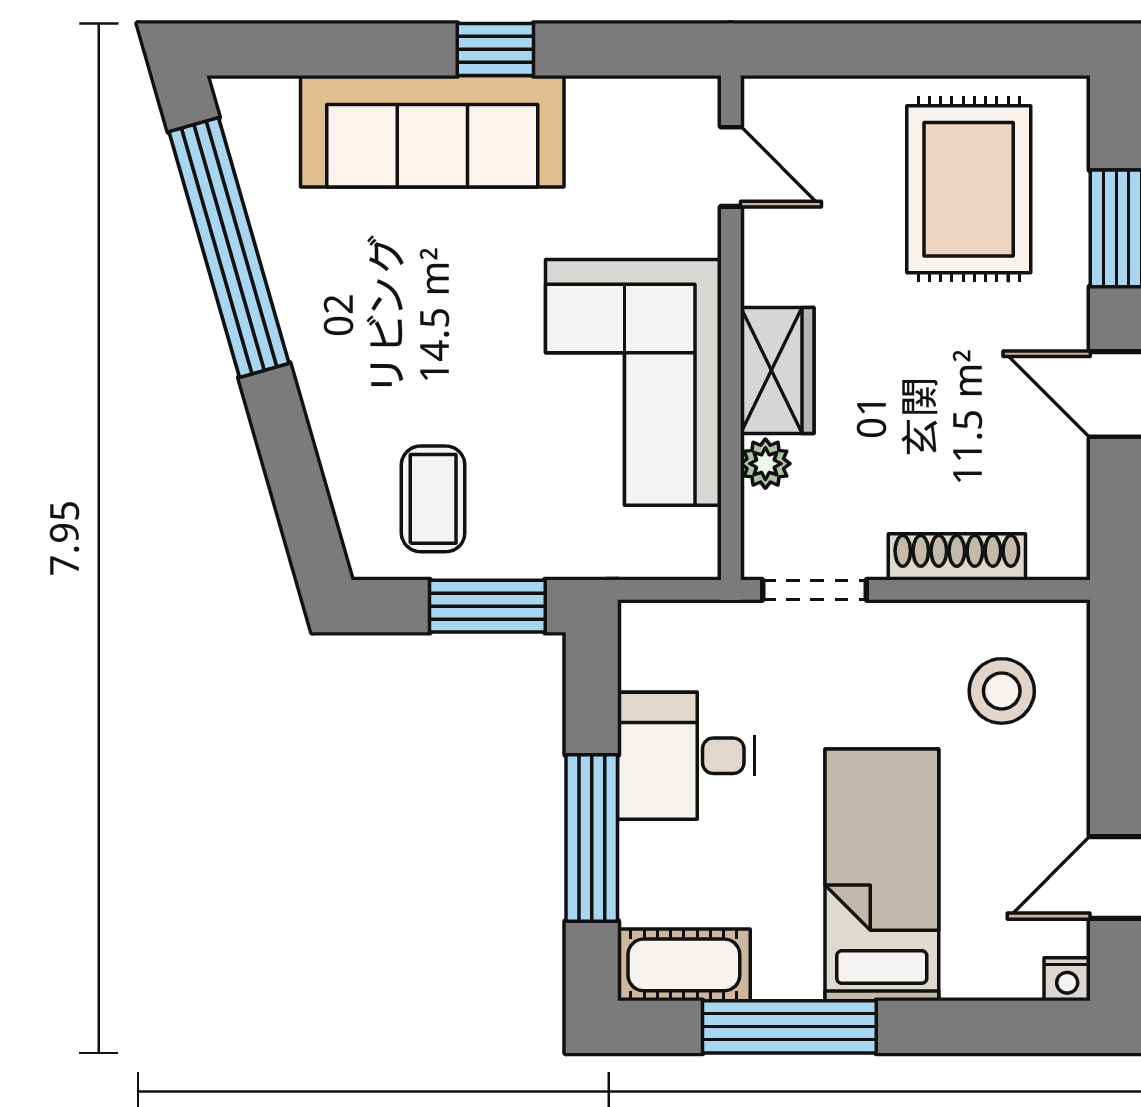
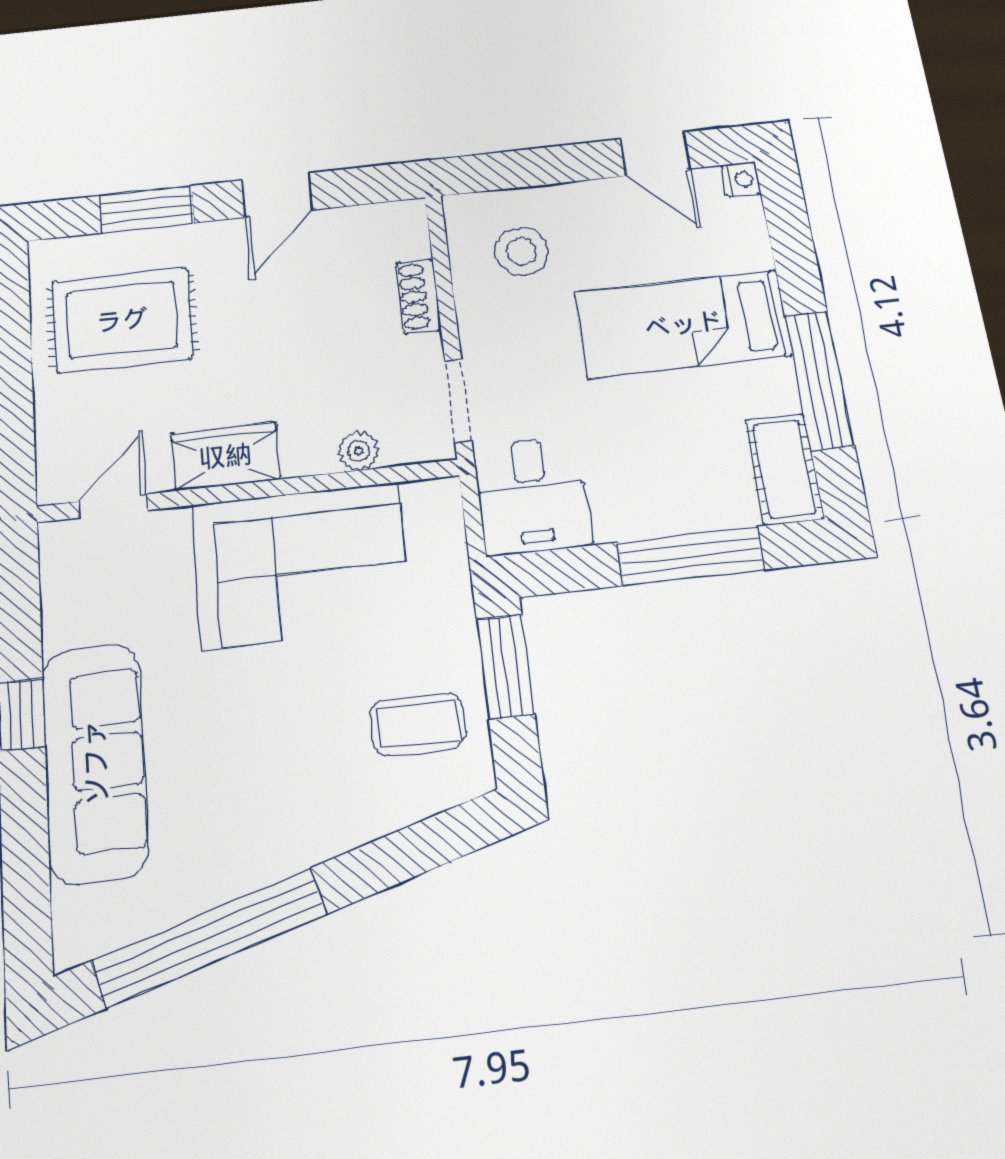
wardrobe: (777, 370) -> (225, 456), moved
shoe rack: (957, 557) -> (419, 296), width x0.70
desk: (686, 756) -> (532, 495), moved

